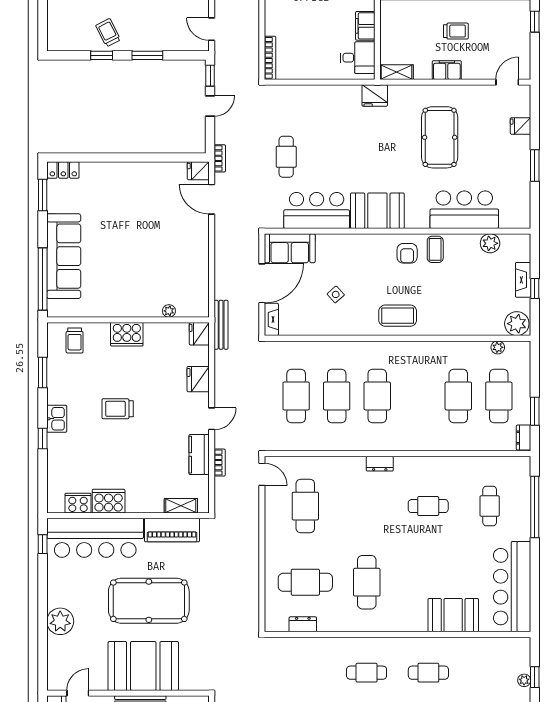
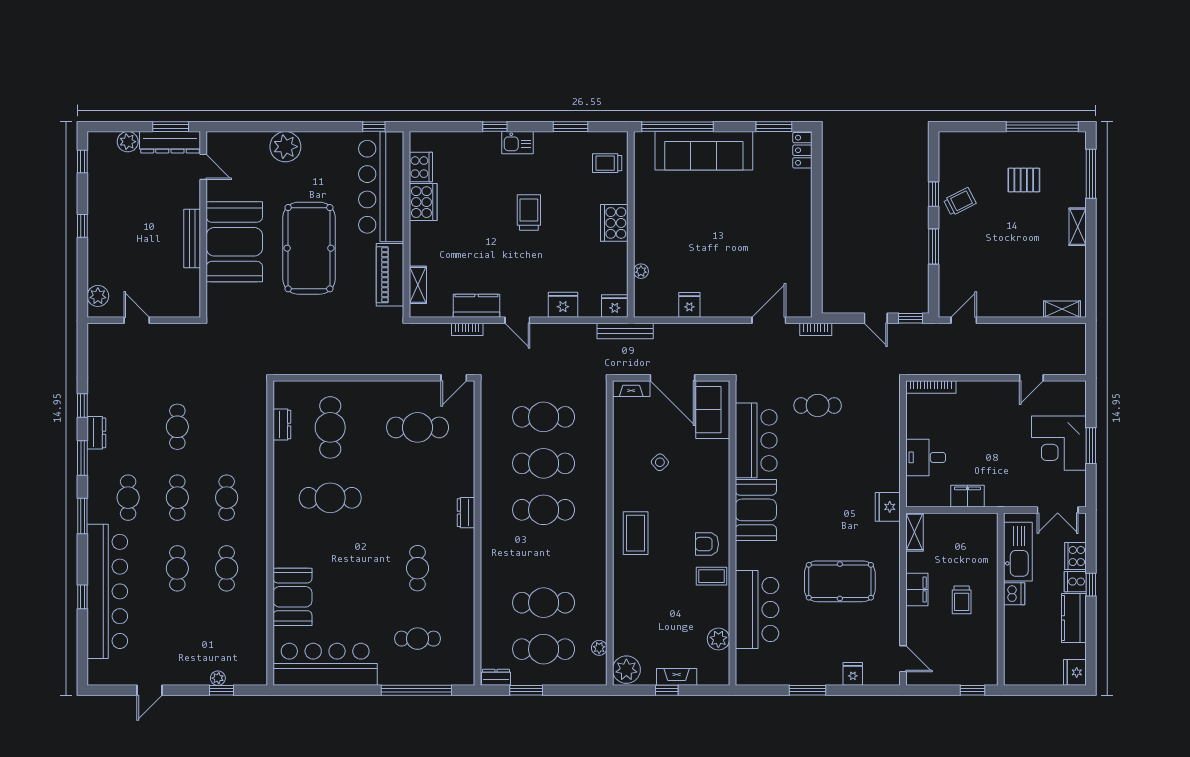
desk: (358, 58) -> (926, 457), moved, turned 90
fridge: (198, 171) -> (689, 305), moved

